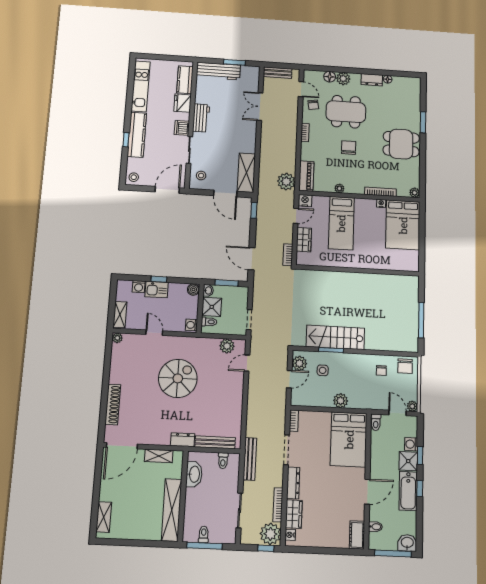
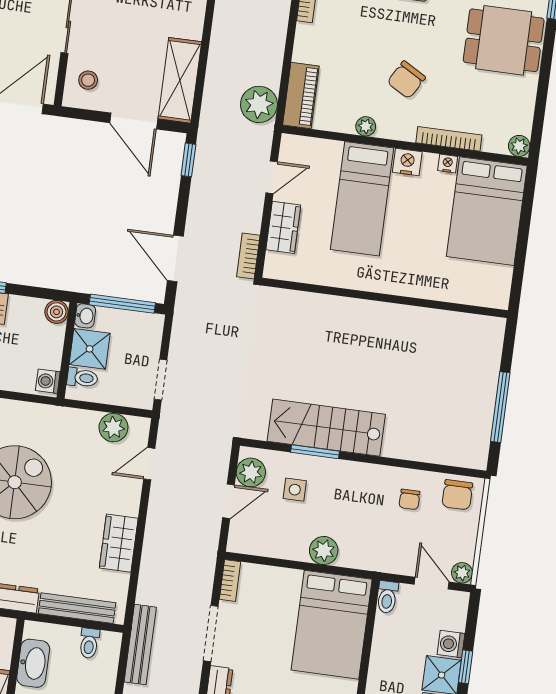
chair: (349, 148) -> (406, 80), moved, turned -150
nightstand: (305, 201) -> (407, 162), moved
window: (227, 283) -> (122, 304), width x1.44
wardrobe: (234, 406) -> (119, 543), added

